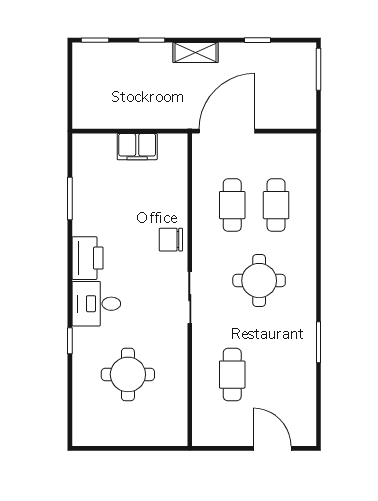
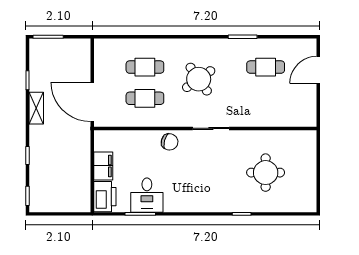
shelving: (196, 52) -> (36, 108), moved
chair: (171, 240) -> (170, 142), turned -75
printer: (88, 258) -> (105, 197), moved, turned 90
round table: (259, 281) -> (199, 79), turned -35
desk: (96, 304) -> (147, 195), moved
cafe table: (232, 375) -> (266, 67), moved

